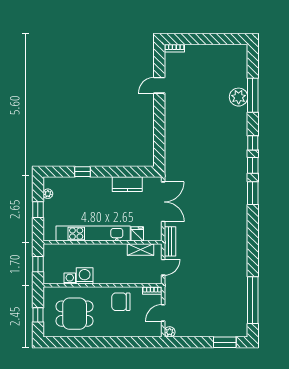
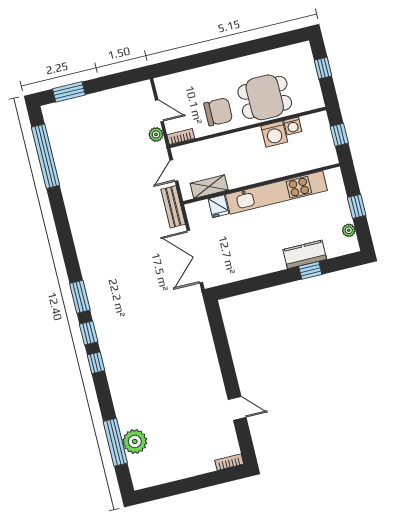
door: (159, 85) -> (237, 408), hinge flipped
window: (253, 95) -> (115, 442), moved
plant: (239, 97) -> (135, 441), moved
kitchen counter: (127, 184) -> (305, 254), moved
door: (163, 313) -> (159, 111), hinge flipped
dining table: (75, 314) -> (265, 97), moved
plant: (170, 332) -> (156, 135), moved

